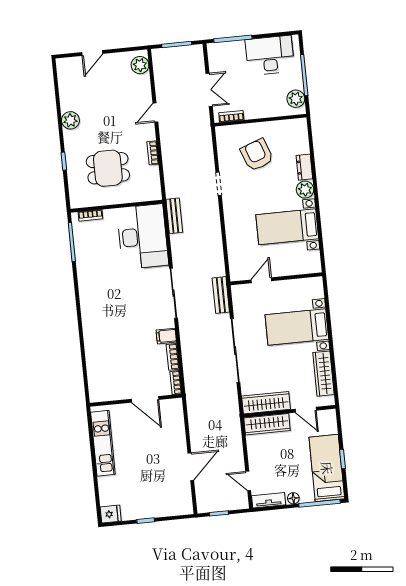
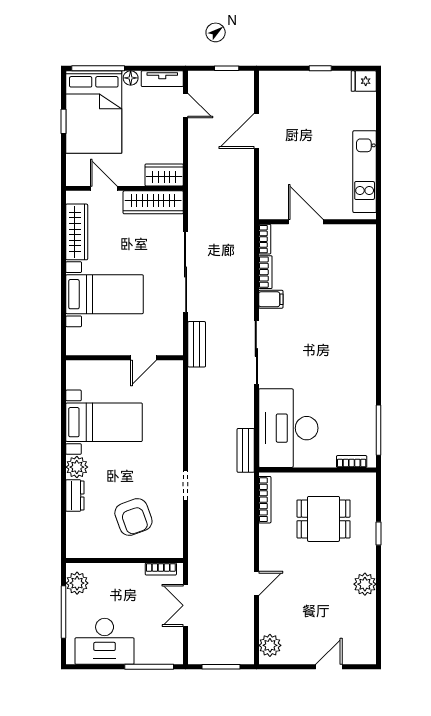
bookcase: (153, 153) -> (265, 500), moved, width x1.56
wardrobe: (267, 424) -> (164, 175), width x0.67
bed: (327, 468) -> (94, 112), width x1.50

